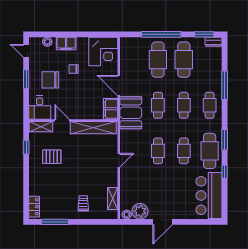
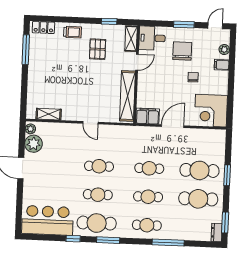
window: (161, 34) -> (227, 175), width x0.47
filing cabinet: (66, 44) -> (222, 65), width x0.50
booth: (131, 113) -> (142, 138), removed
trolley: (83, 203) -> (73, 32), moved

